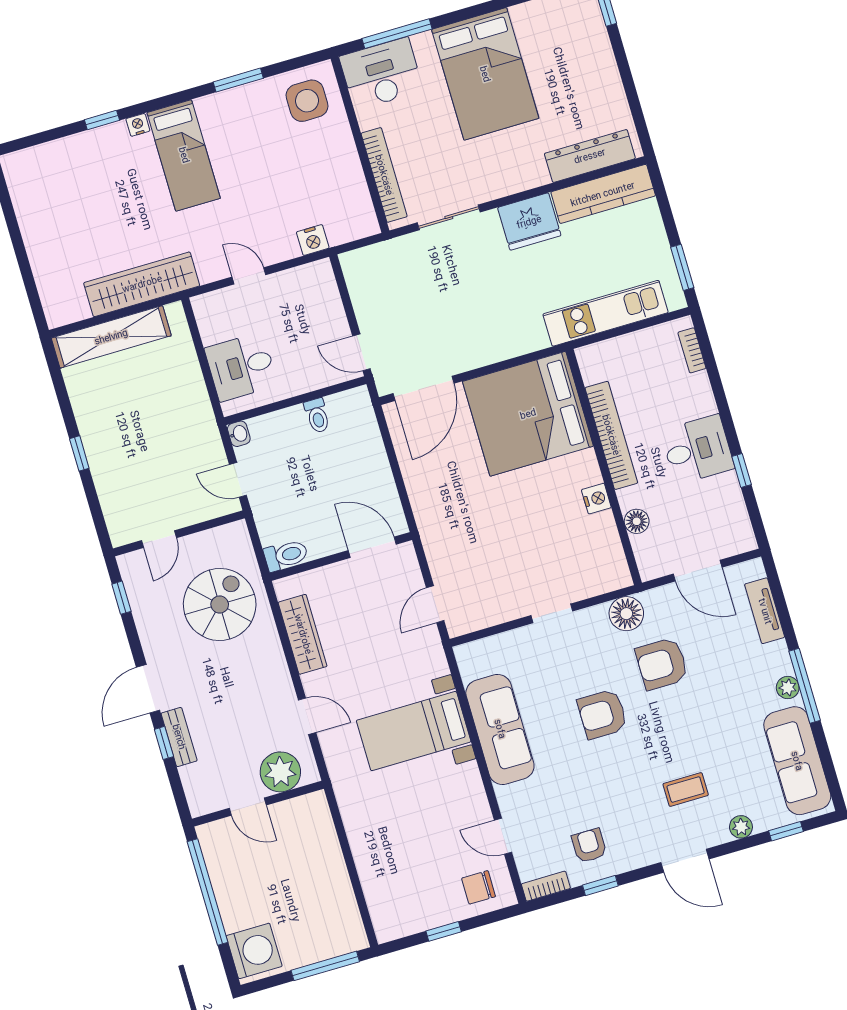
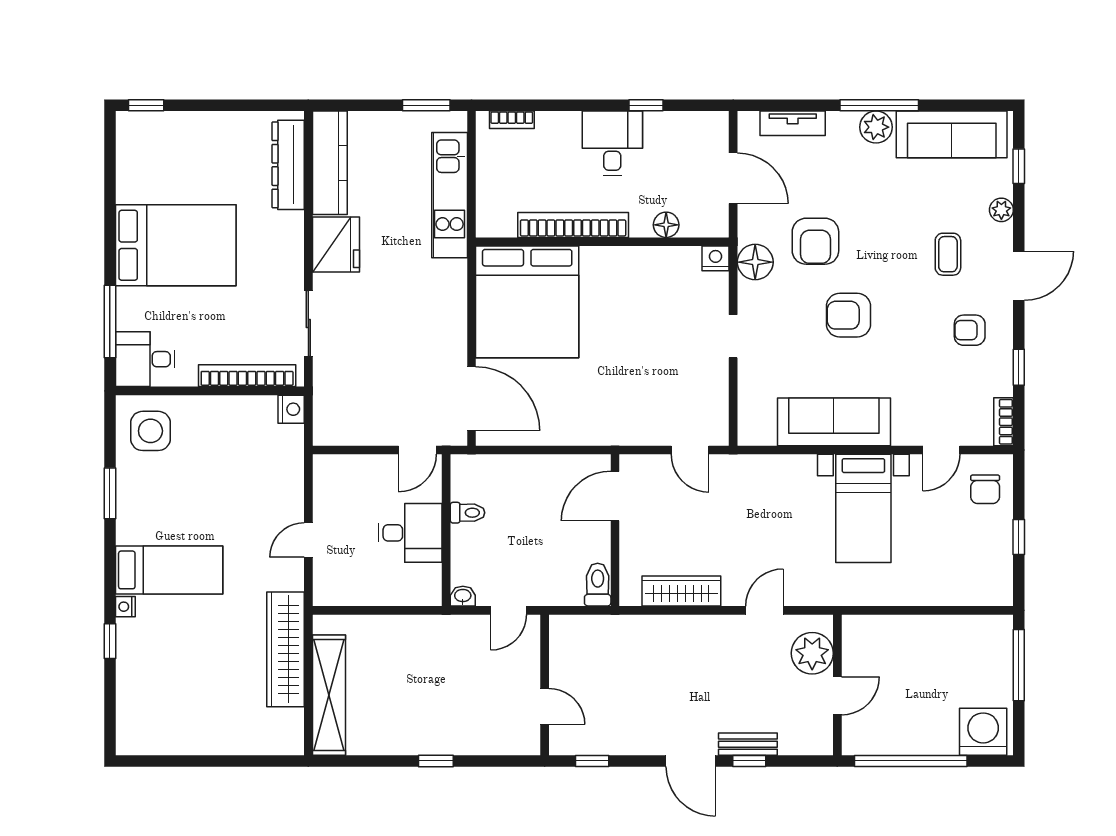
desk: (381, 74) -> (145, 359), width x0.73
nightstand: (313, 240) -> (291, 409), moved
desk: (241, 367) -> (410, 533), moved, turned -90
nightstand: (596, 499) -> (715, 258), moved
door: (698, 571) -> (733, 178), hinge flipped
spiral stairs: (220, 604) -> (627, 665), removed
plant: (788, 688) -> (876, 127), width x1.38, depth x1.38
armchair: (602, 714) -> (848, 315), turned 90
bed with nightstands: (414, 731) -> (863, 508), moved
armchair: (589, 846) -> (970, 330), moved

